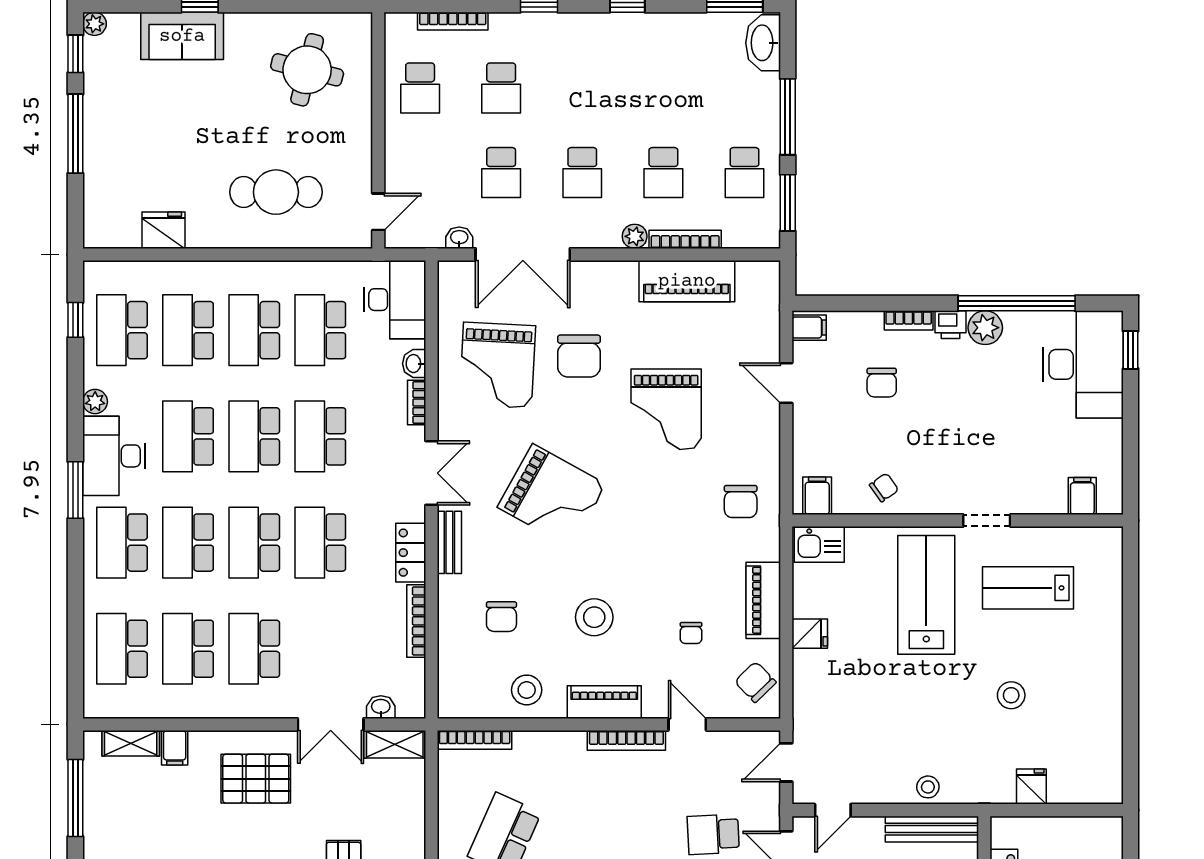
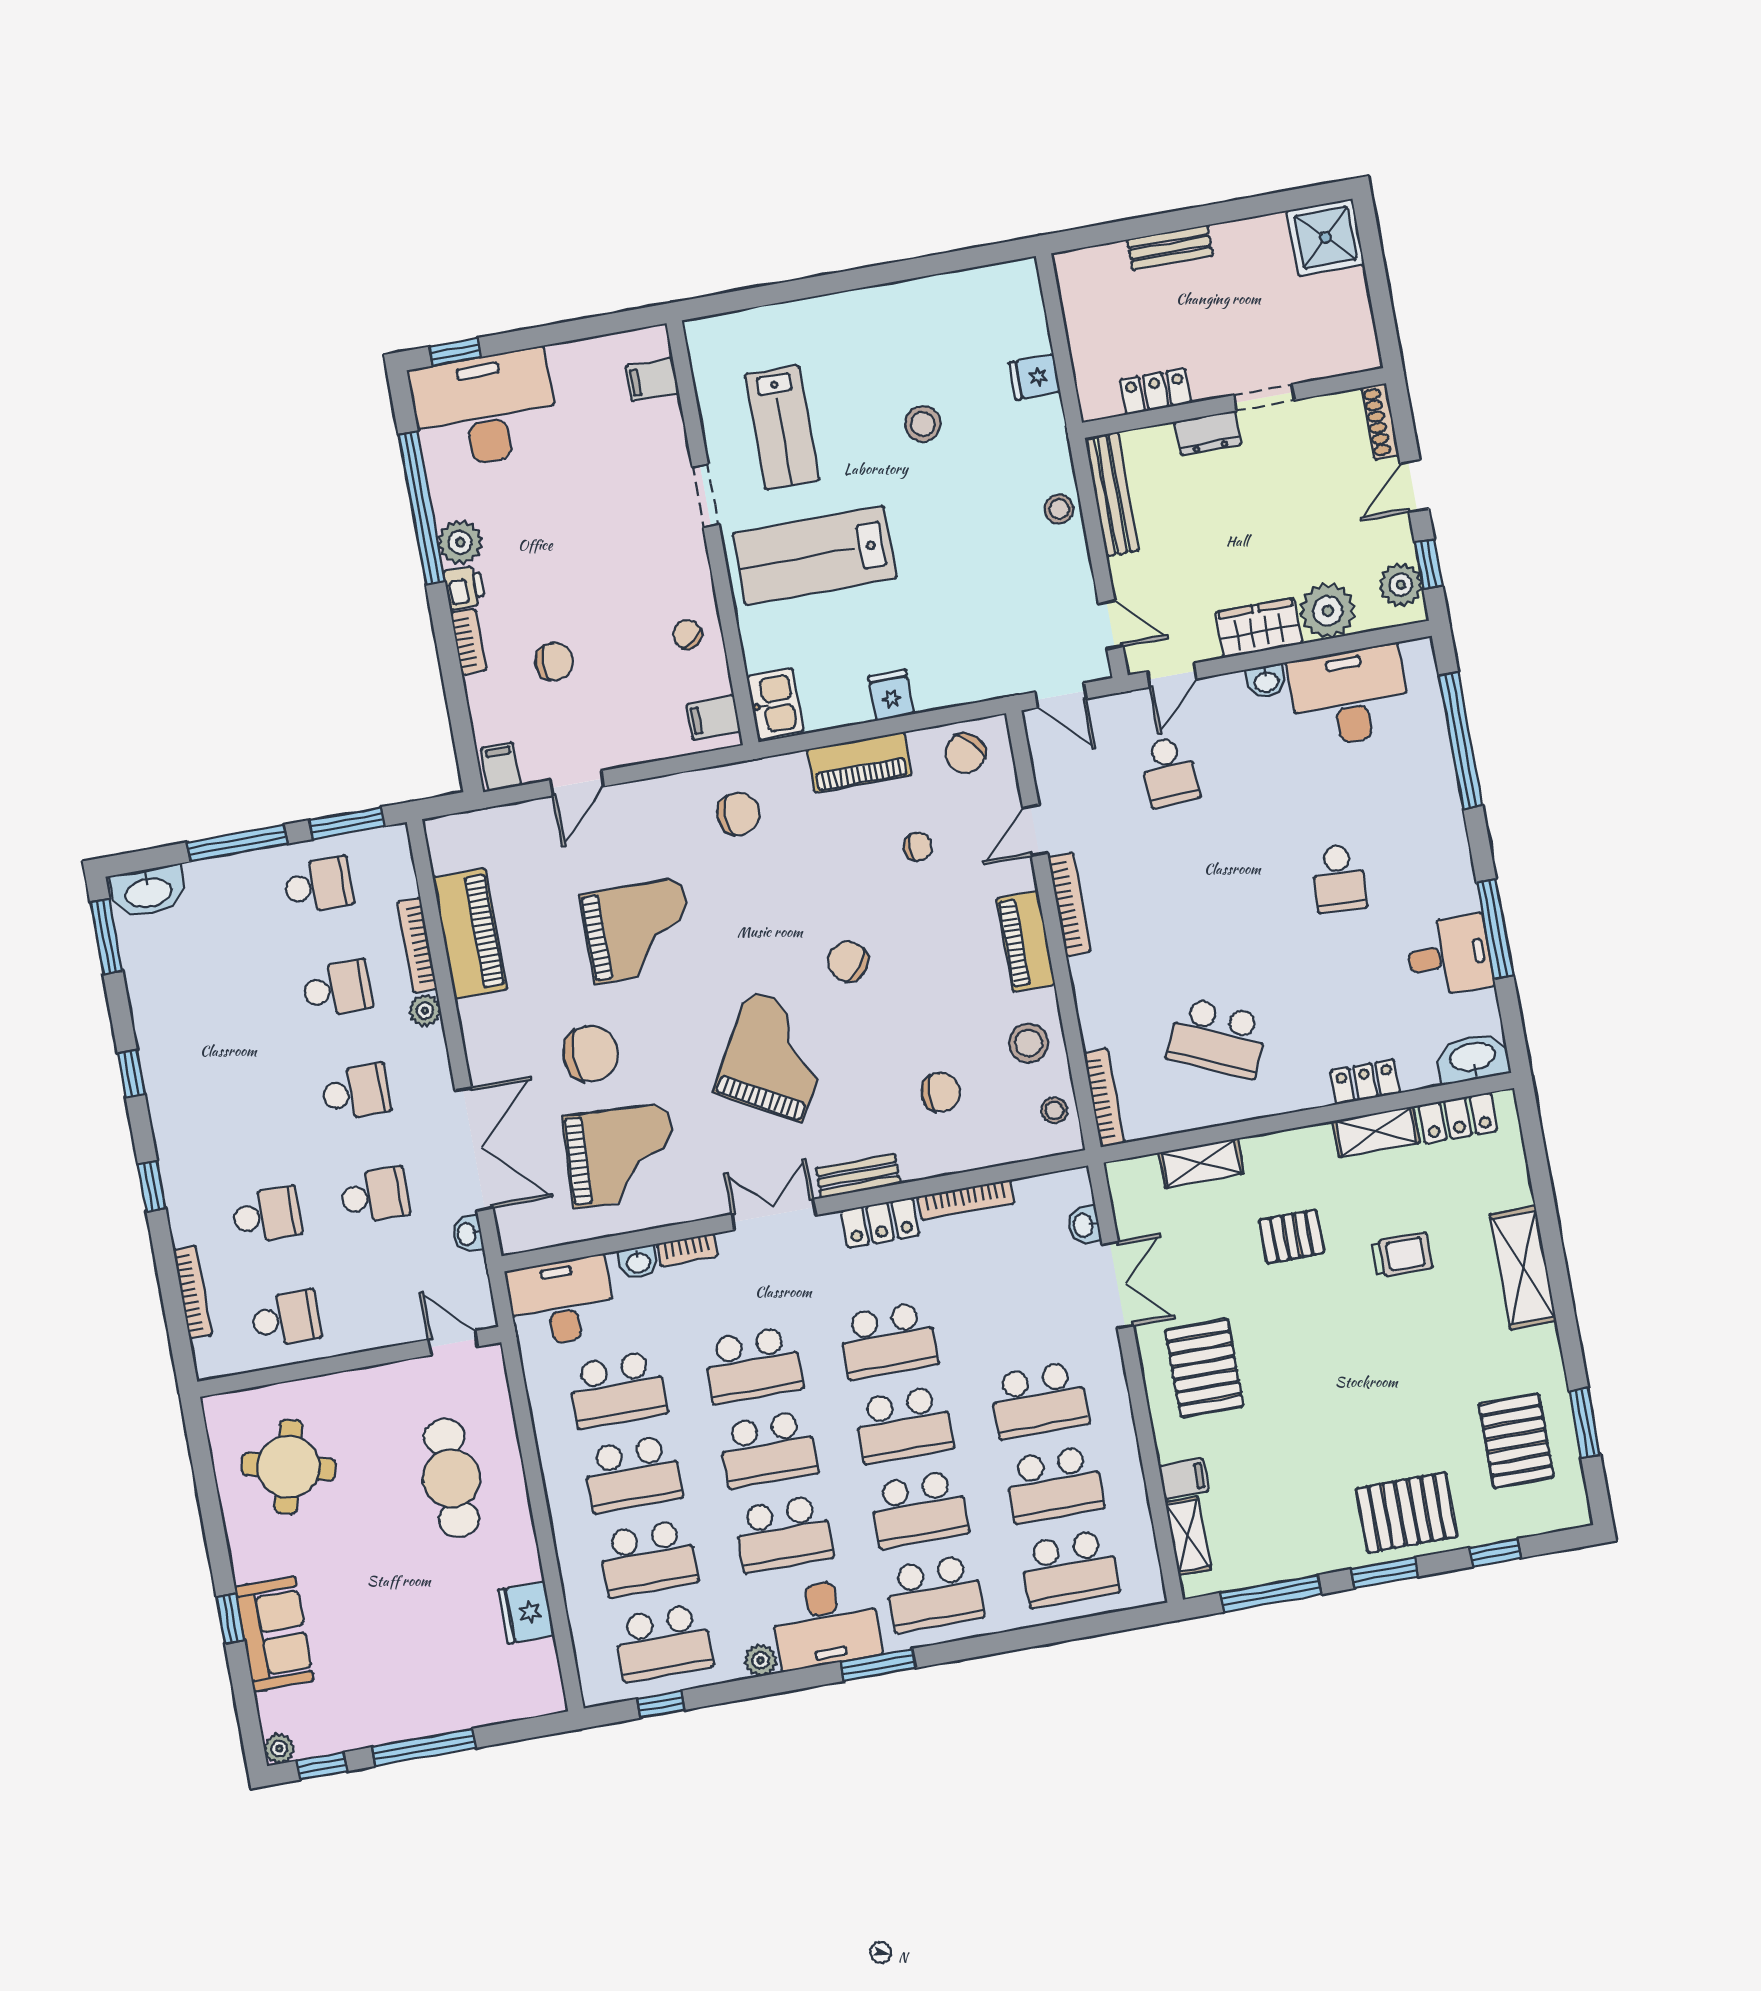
chair: (613, 564) -> (848, 962), added
stool: (594, 617) -> (1054, 1110), moved, width x0.53, depth x0.53
shelving: (395, 744) -> (1201, 1163), moved, turned 90

